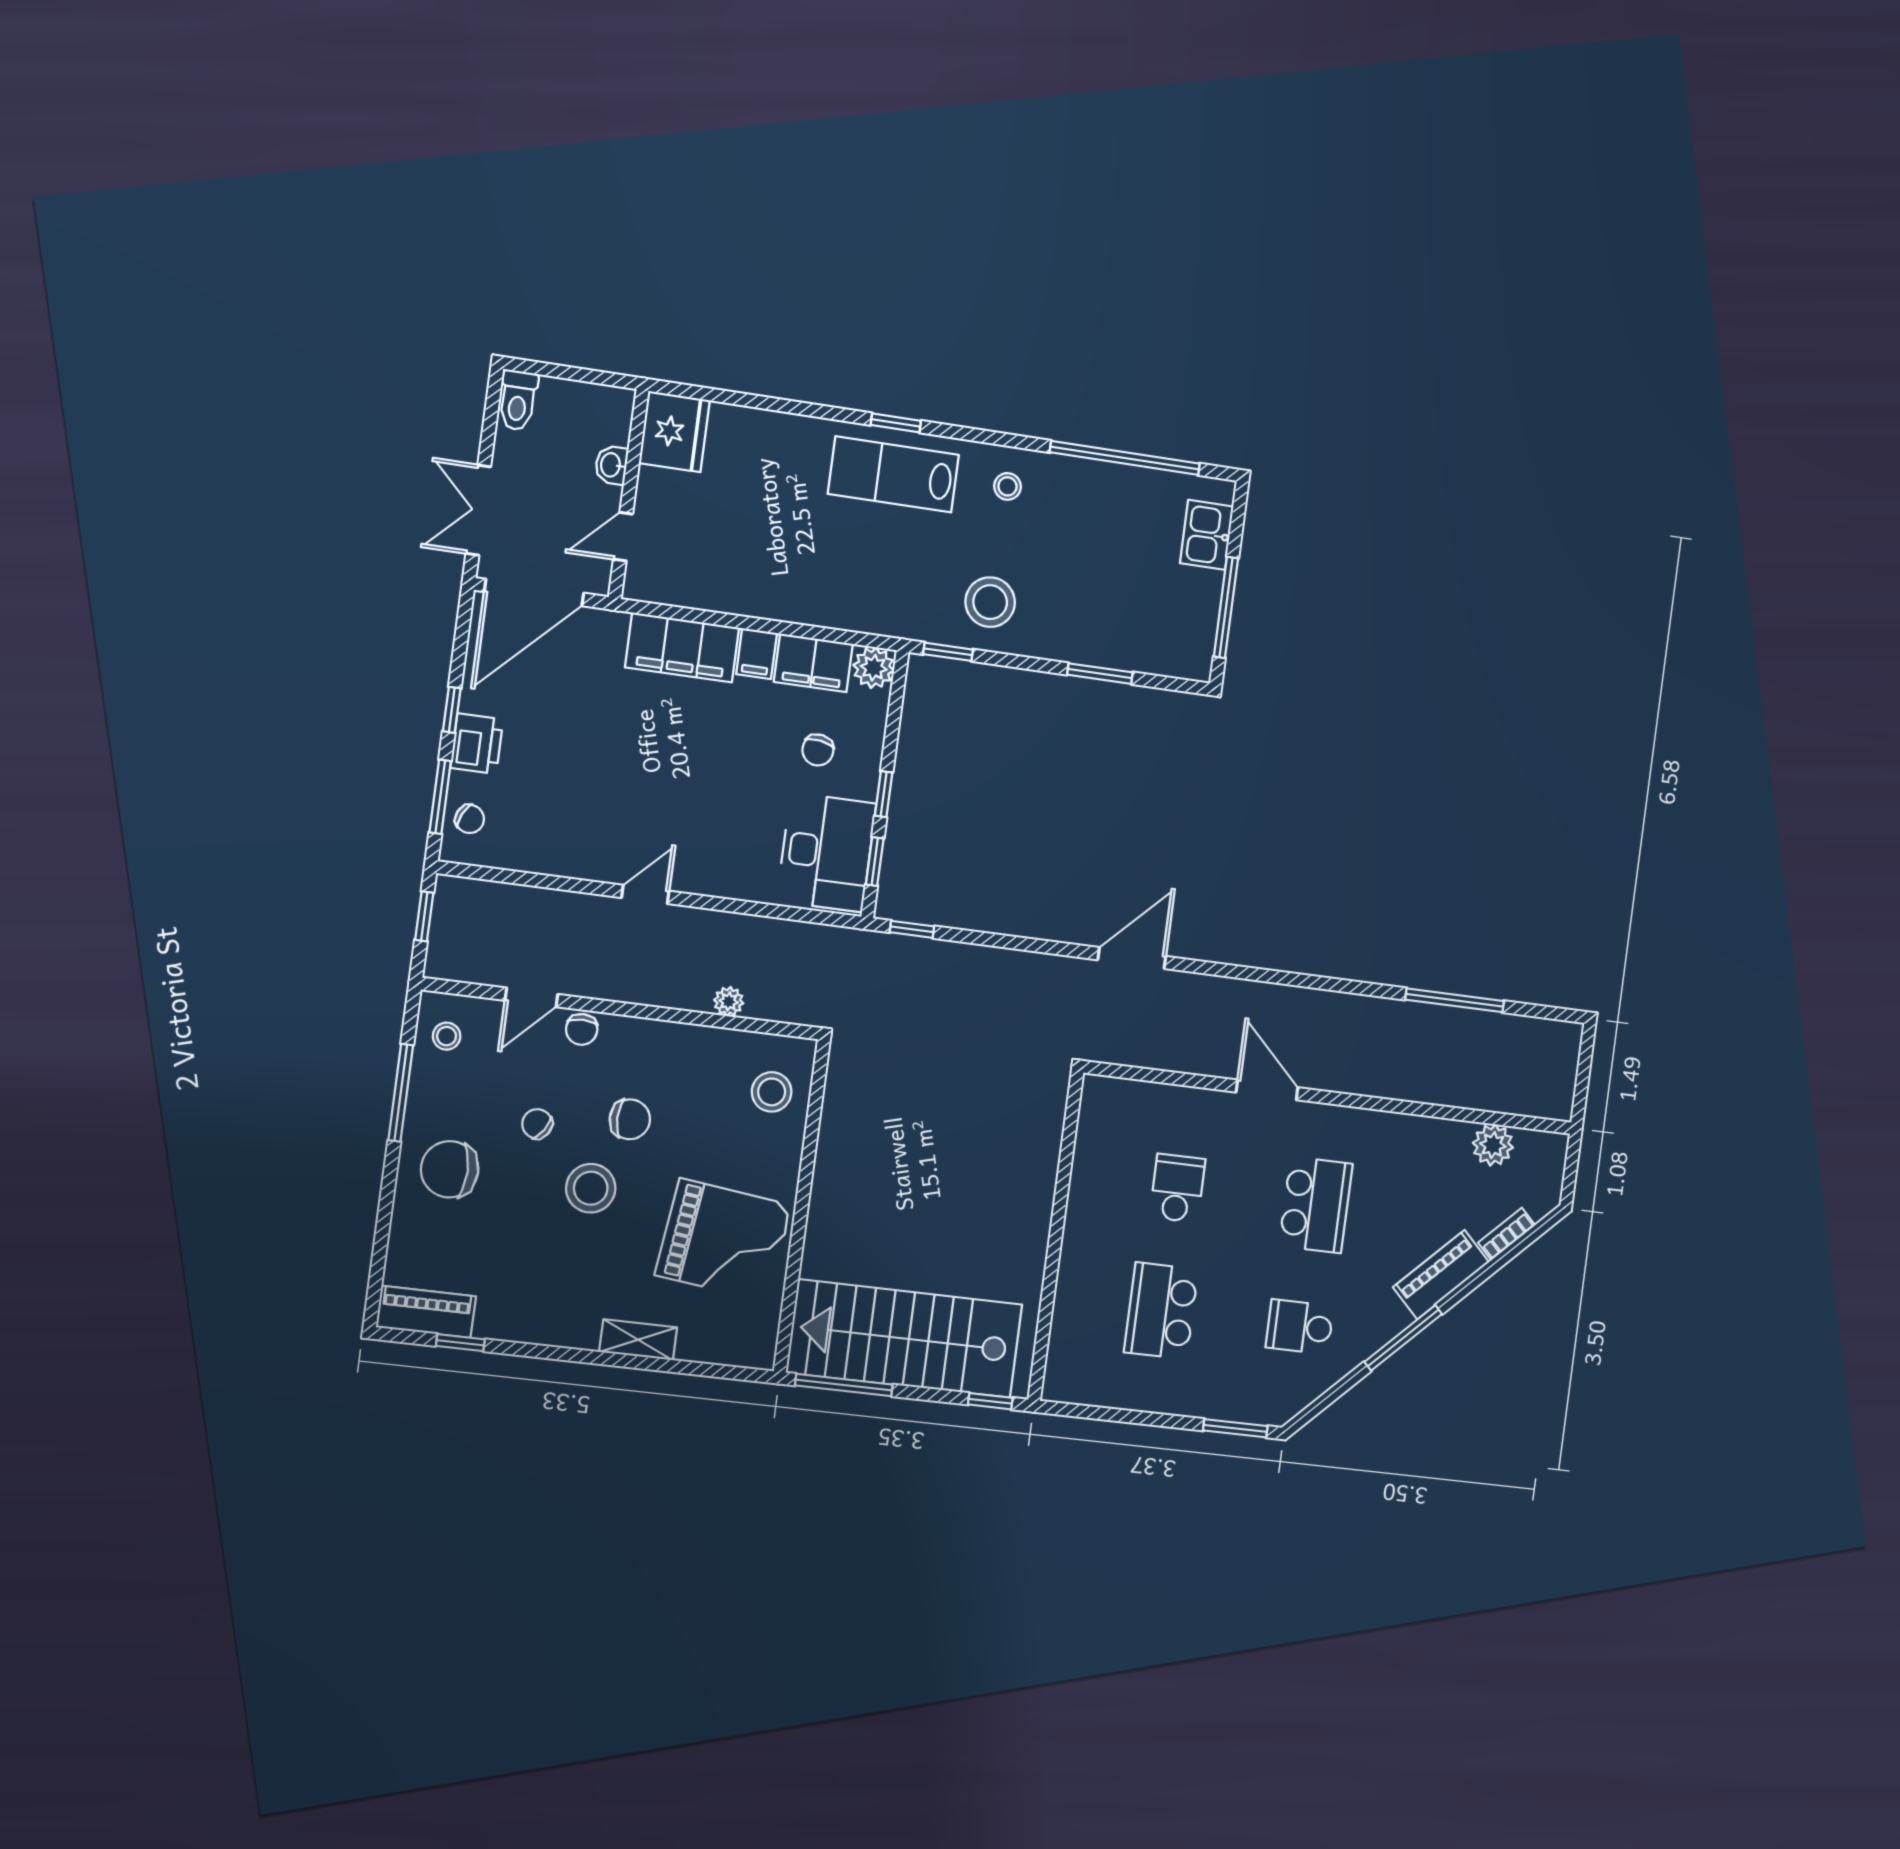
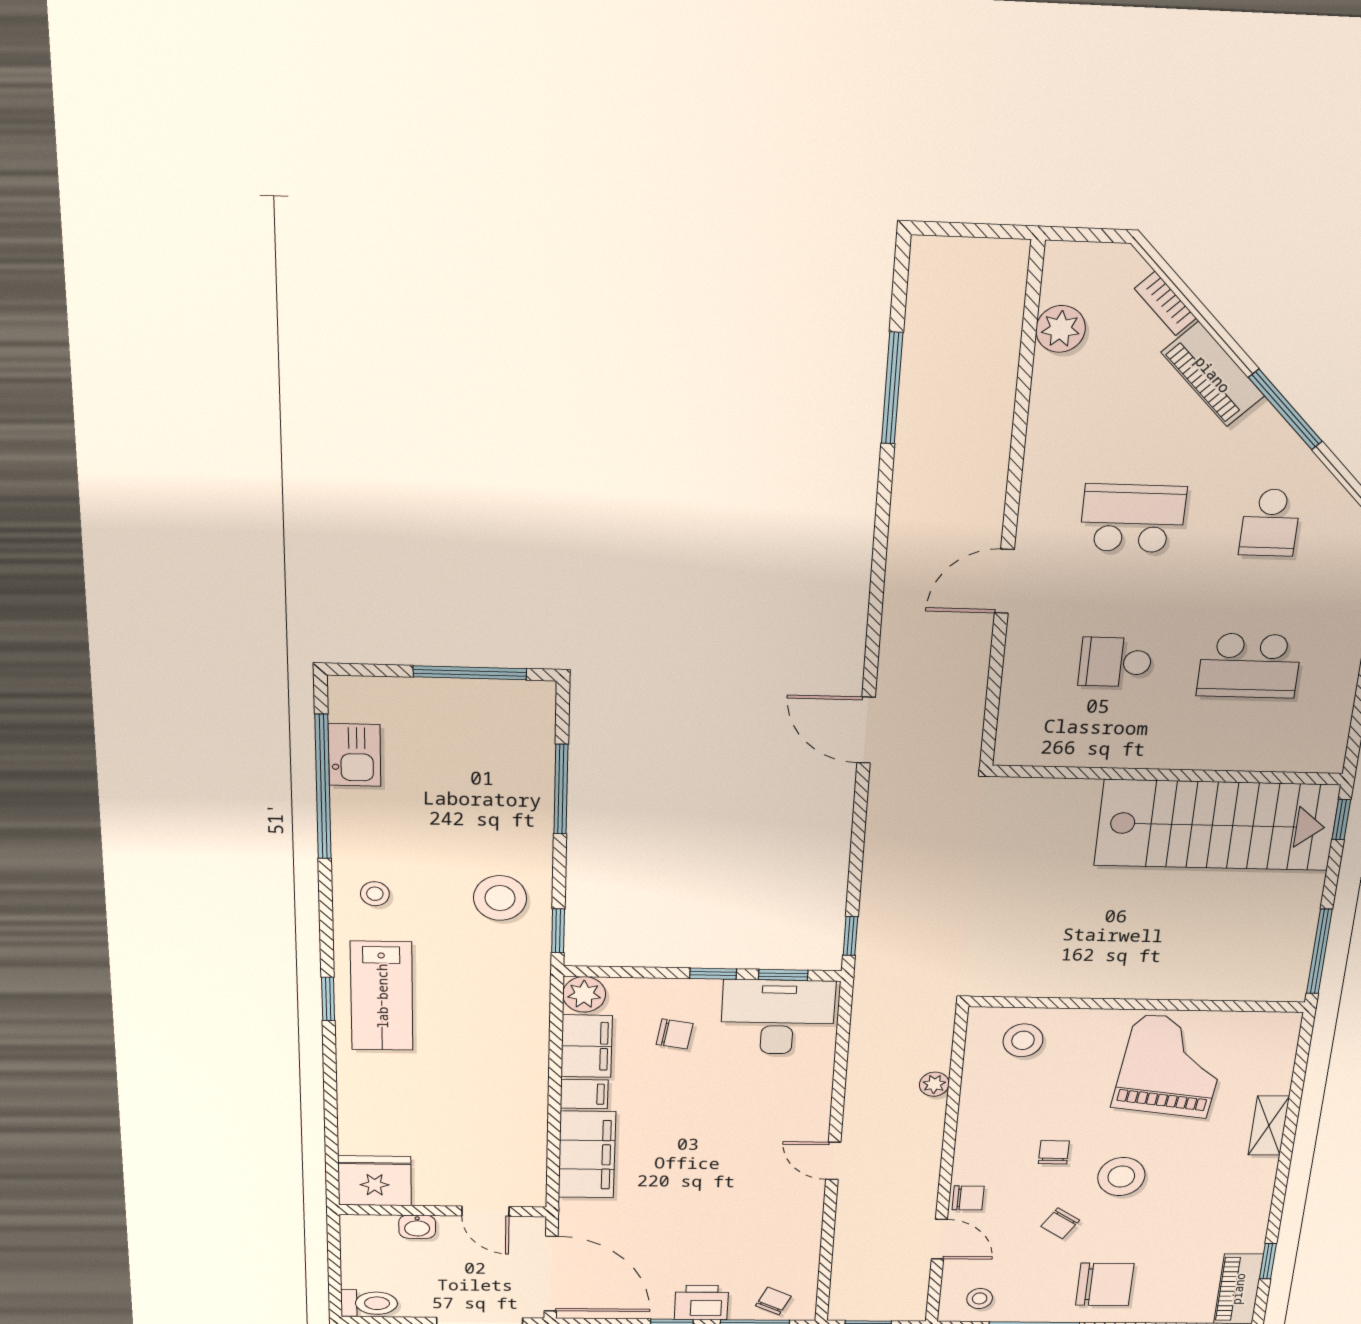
kitchen sink: (1207, 535) -> (354, 755), moved, turned -90
window: (1100, 674) -> (561, 789), width x1.44
chair: (630, 1119) -> (1054, 1152), width x0.73, depth x0.73
chair: (450, 1169) -> (1105, 1284), turned -90
stairs: (904, 1338) -> (1217, 825), moved, turned -90

